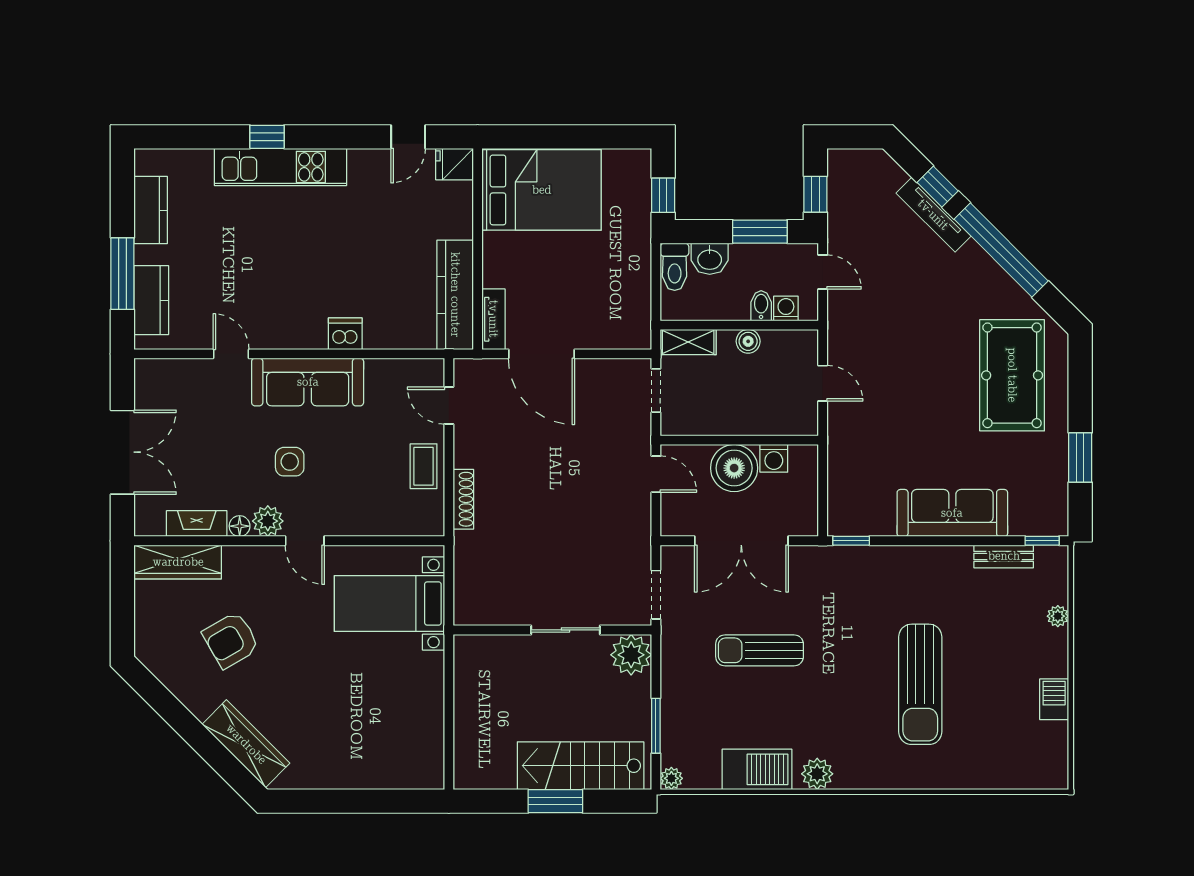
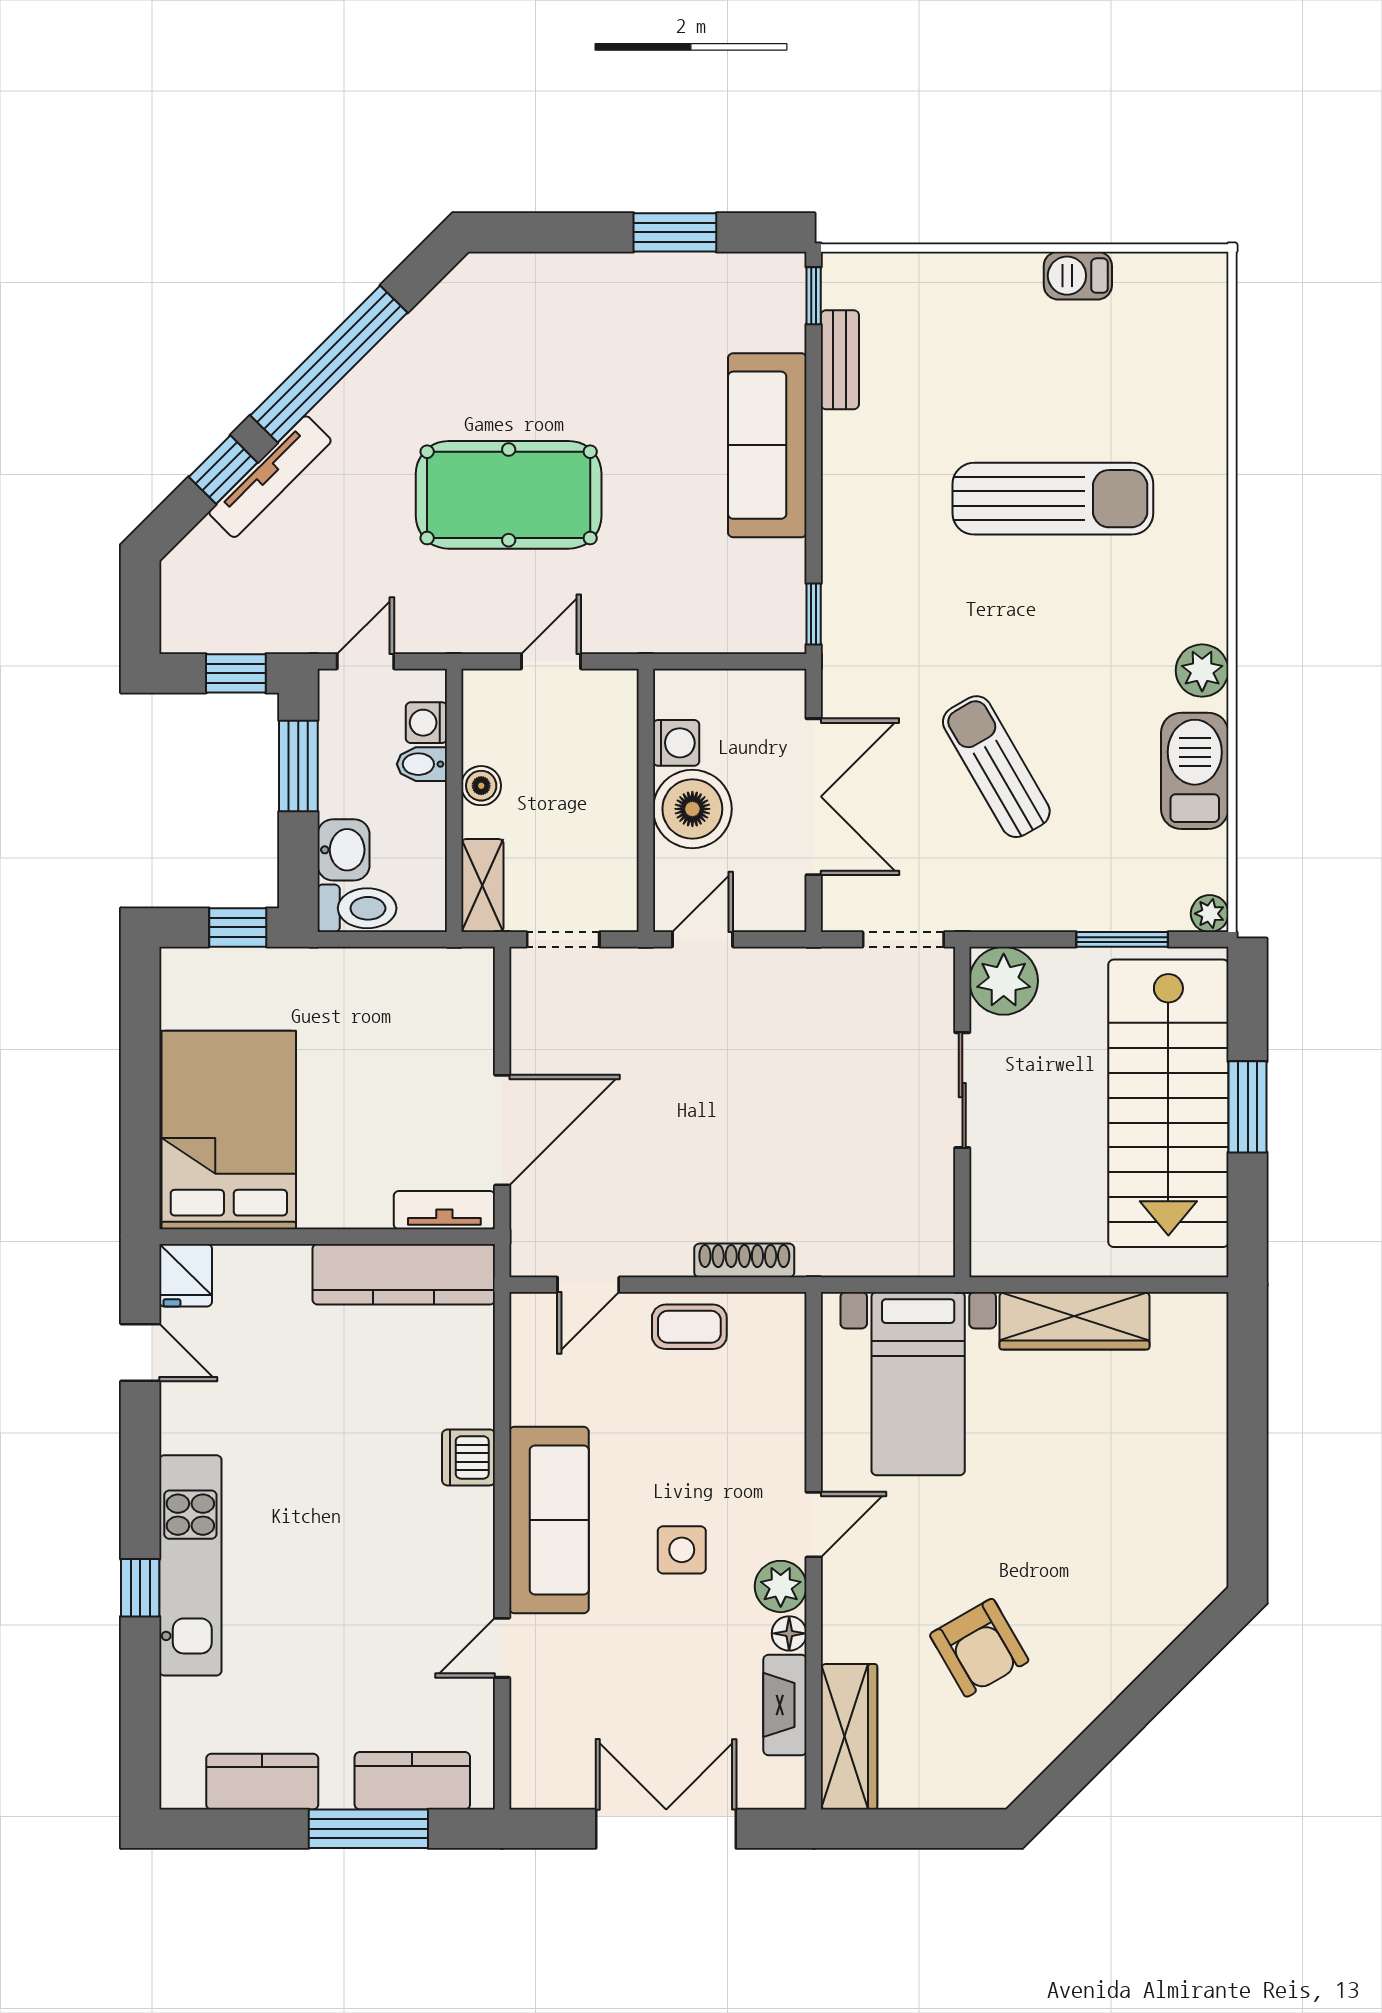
pool table: (1012, 375) -> (509, 495), moved
plant: (1058, 616) -> (939, 269), removed
sun lounger: (760, 650) -> (996, 767), turned 150
wardrobe: (246, 744) -> (1074, 1321), moved, turned -135
stairs: (581, 766) -> (1168, 1103), width x1.36, depth x1.51

